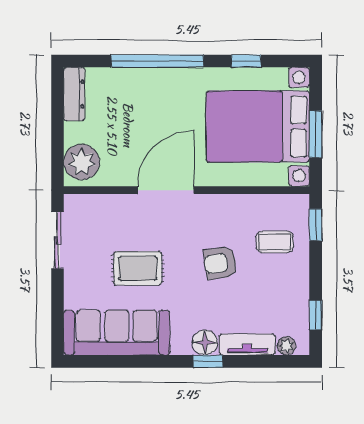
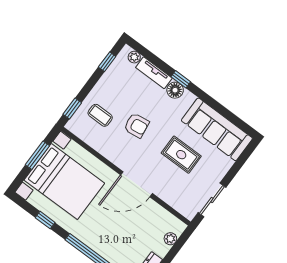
plant: (82, 162) -> (170, 239), width x0.53, depth x0.53

